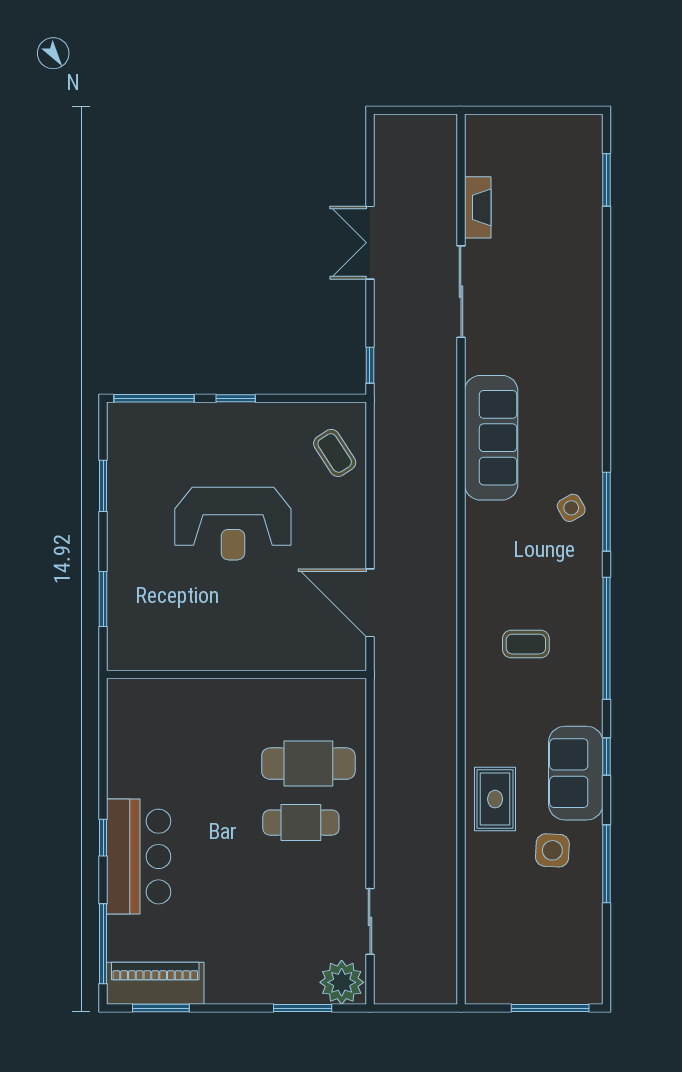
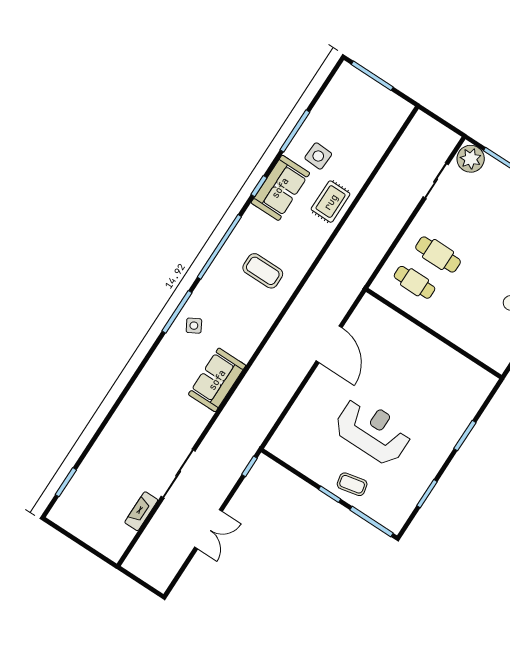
sofa: (491, 438) -> (217, 380), width x0.73
coffee table: (335, 453) -> (352, 484), moved, turned -69
coffee table: (526, 644) -> (263, 271), width x1.36, depth x1.30
wall: (237, 674) -> (434, 333), moved
cafe table: (308, 764) -> (414, 282), width x0.73, depth x0.74

